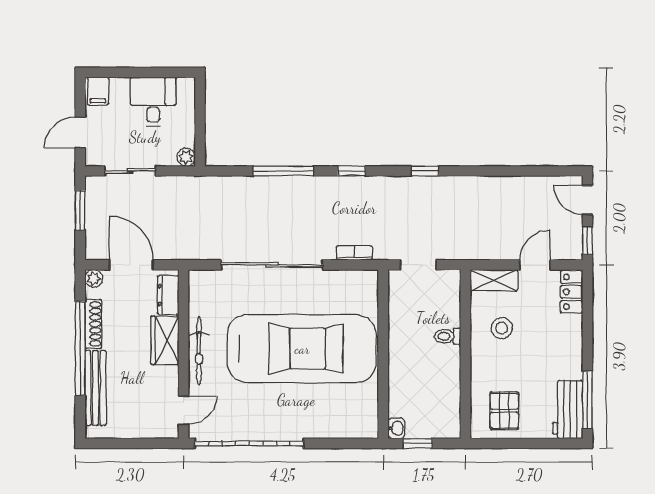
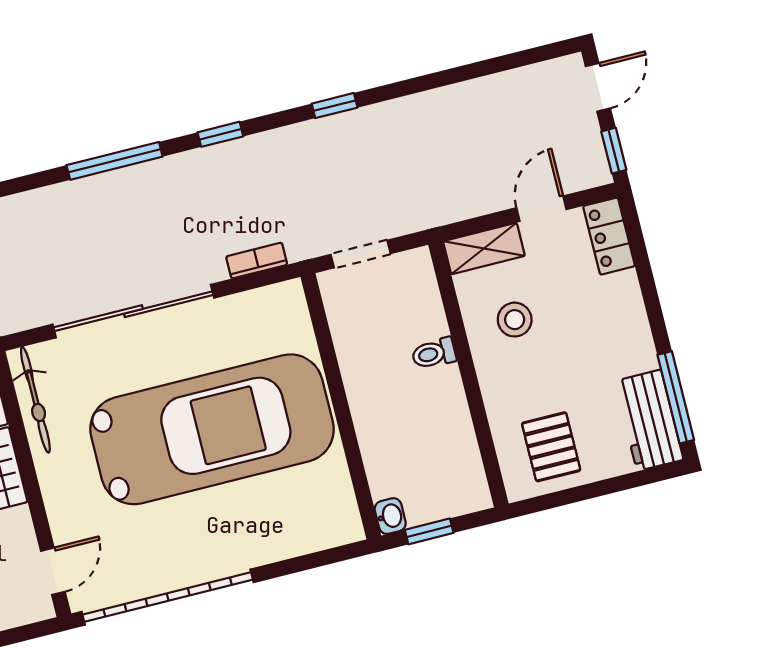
door: (587, 200) -> (598, 87), swing flipped
bicycle: (199, 351) -> (35, 400), moved

